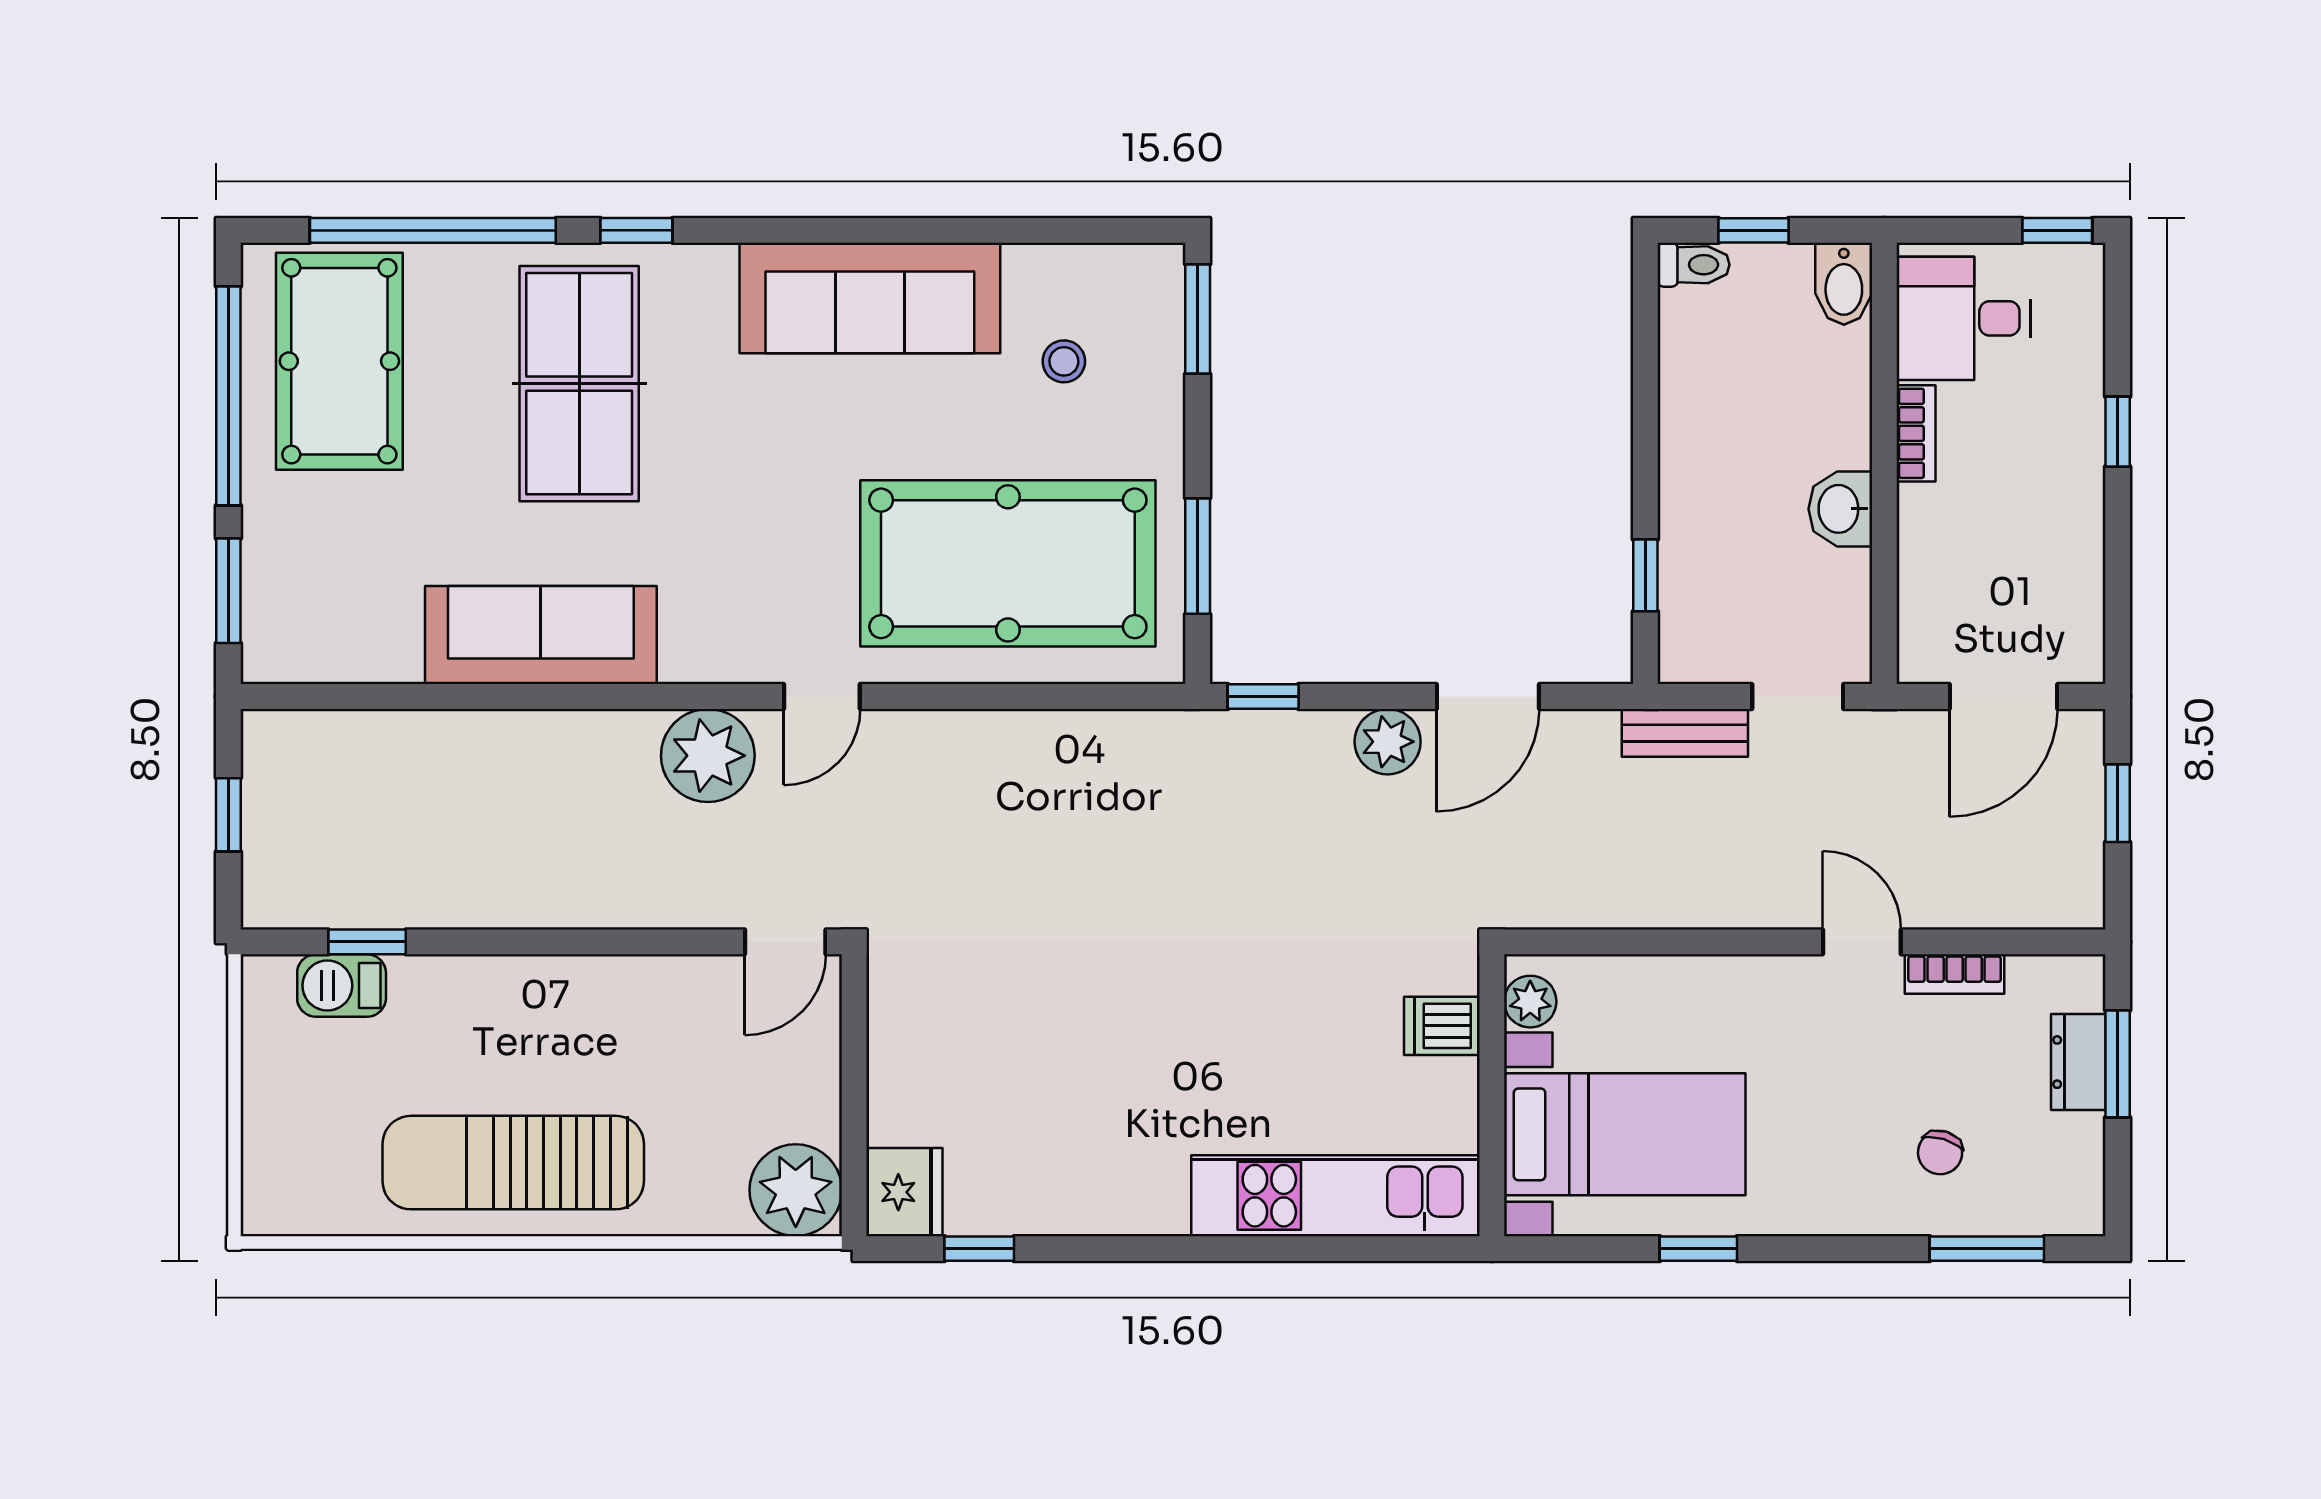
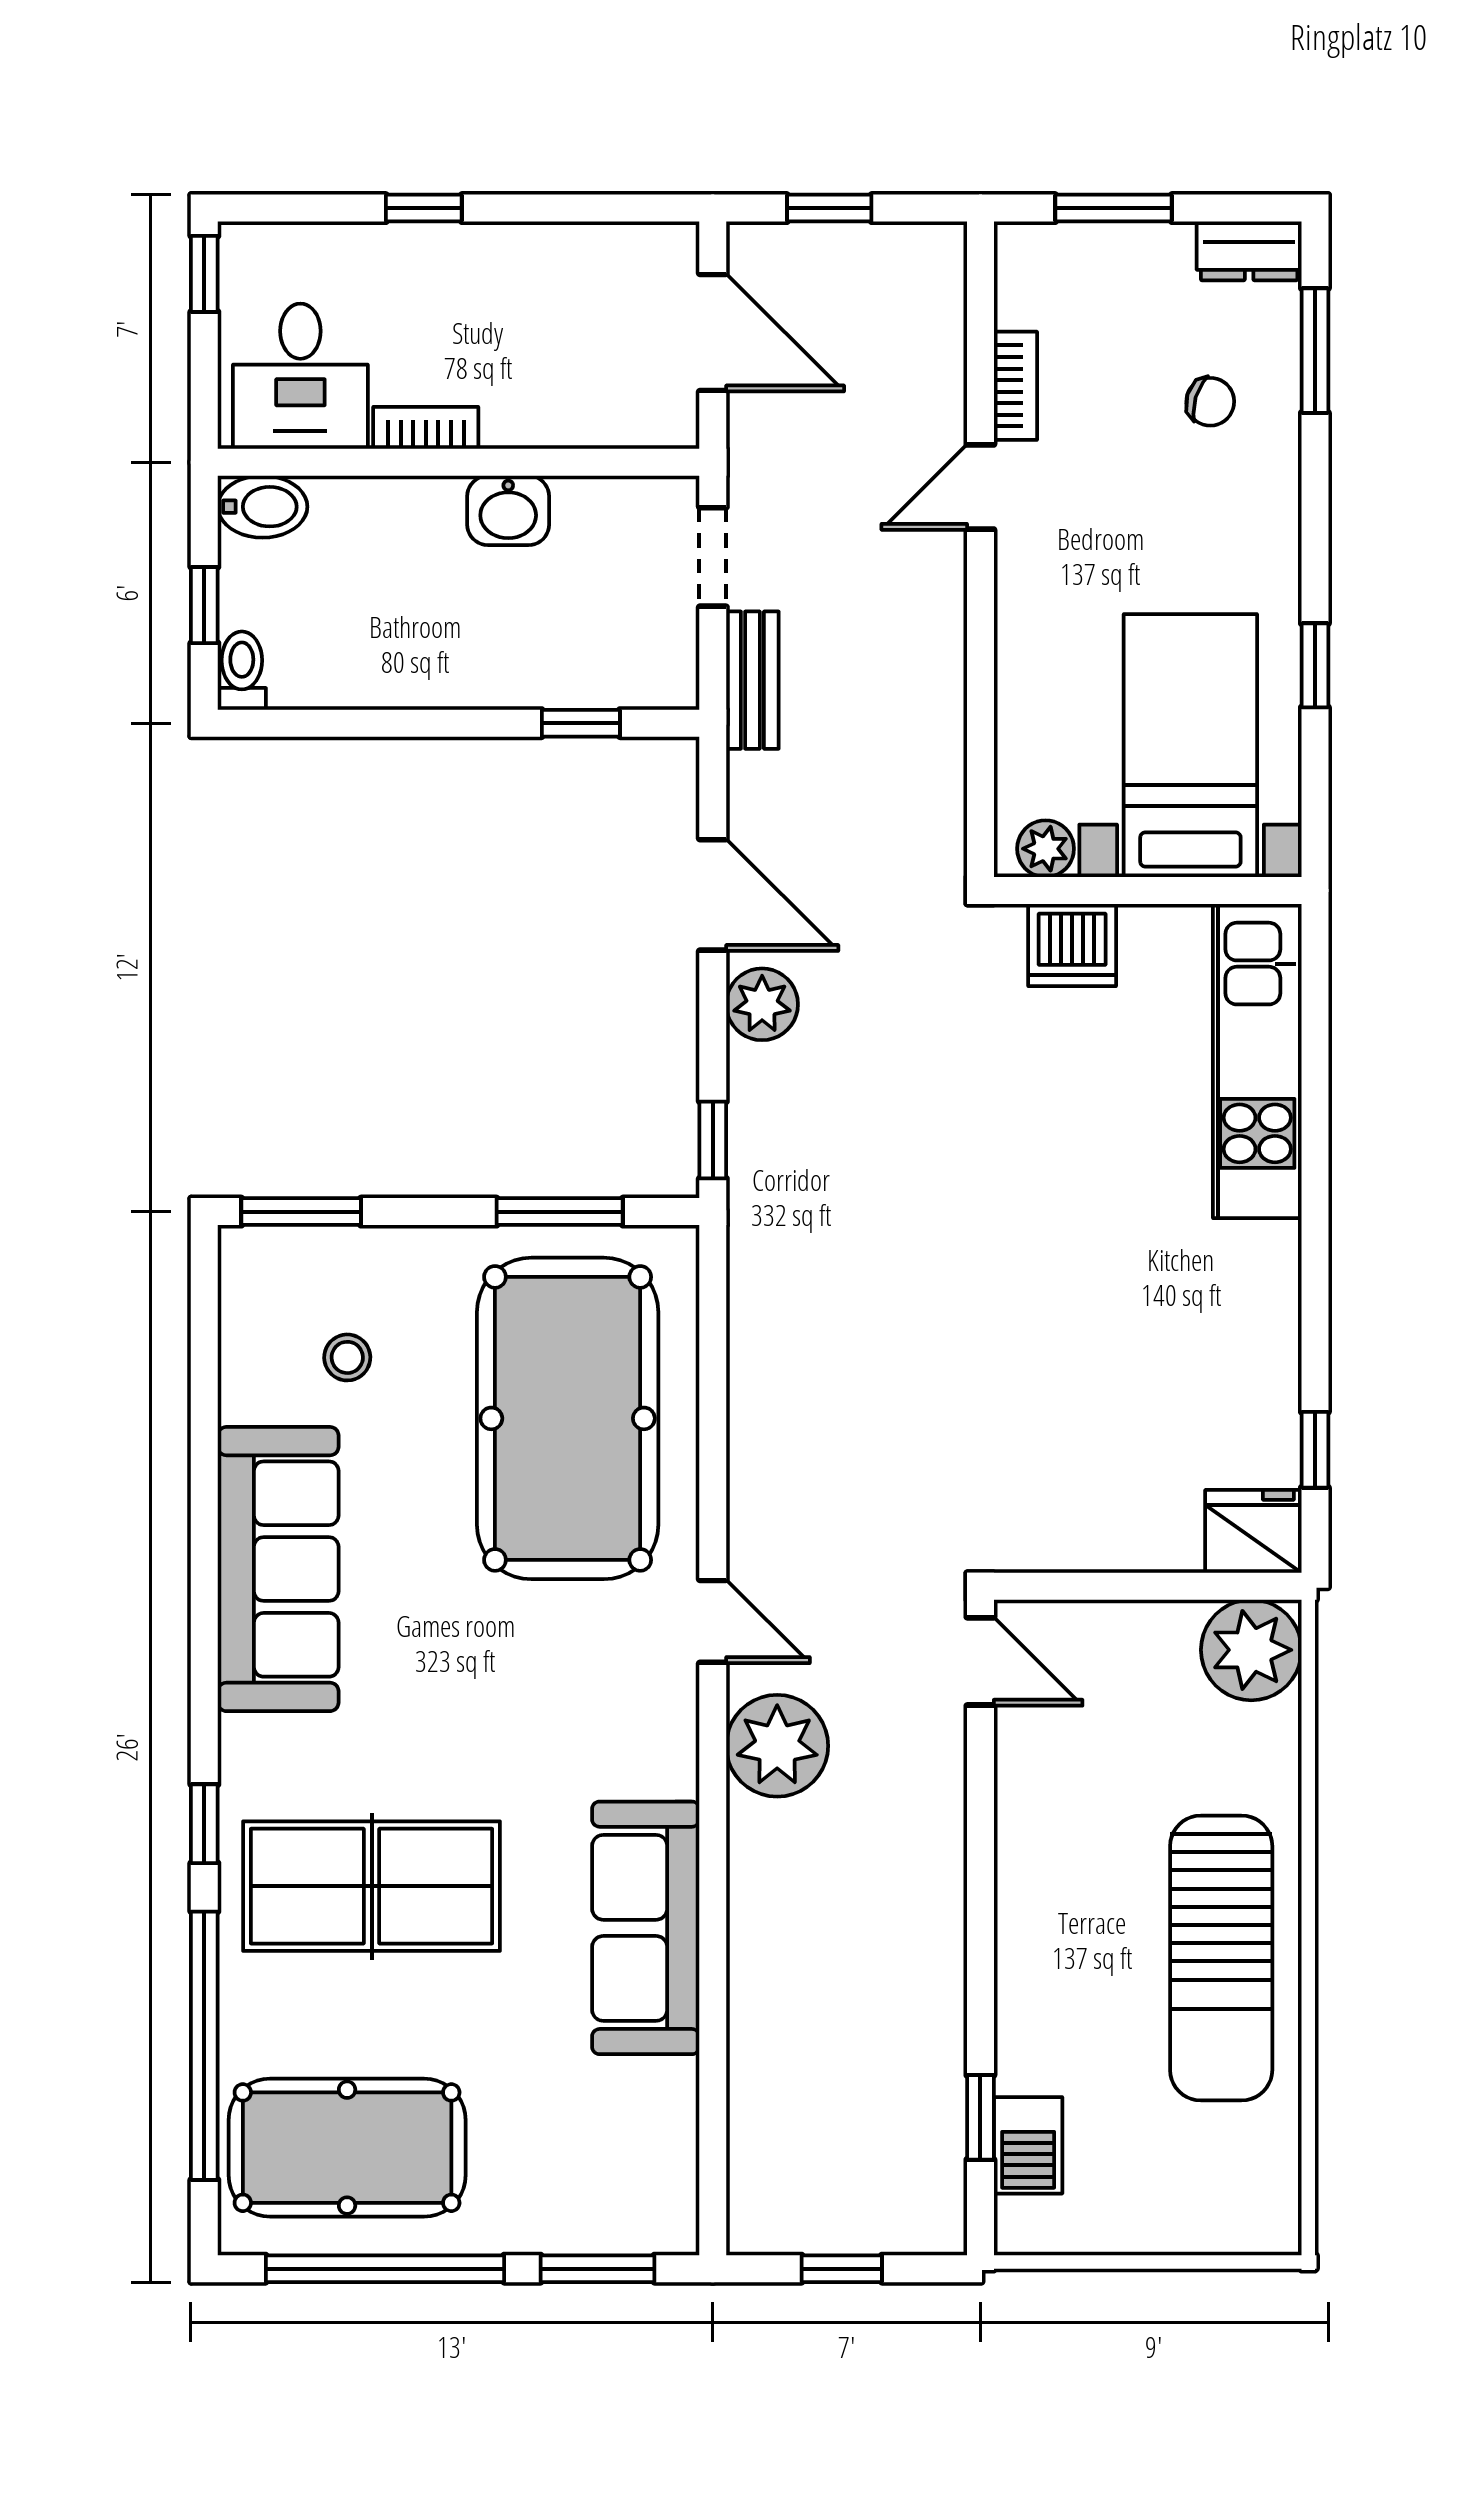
dishwasher: (1442, 1026) -> (1072, 945), width x1.38
dresser: (2078, 1062) -> (1249, 251), moved

